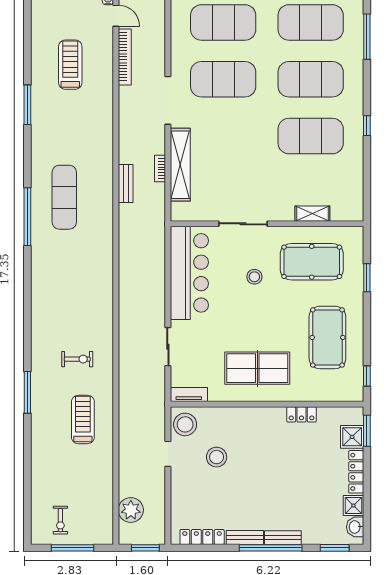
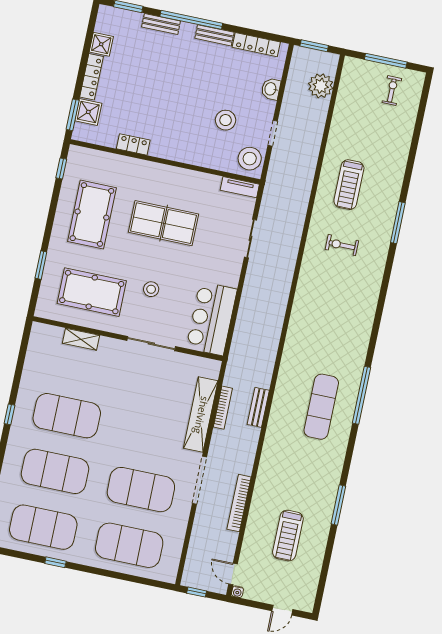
bookcase: (125, 57) -> (239, 503), moved
bookcase: (160, 168) -> (223, 408), width x1.56
bar counter: (189, 273) -> (212, 319), width x0.73
table tennis table: (257, 368) -> (164, 223), moved
washbasin: (355, 527) -> (271, 89), moved, turned 180
bench: (283, 538) -> (161, 24), moved

